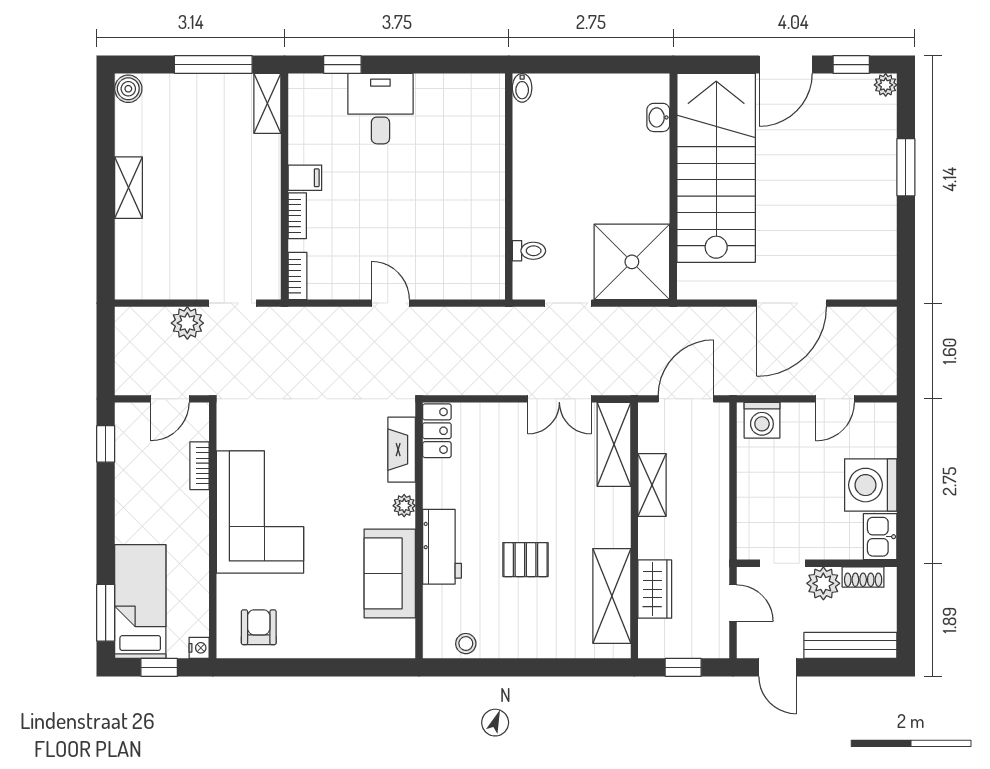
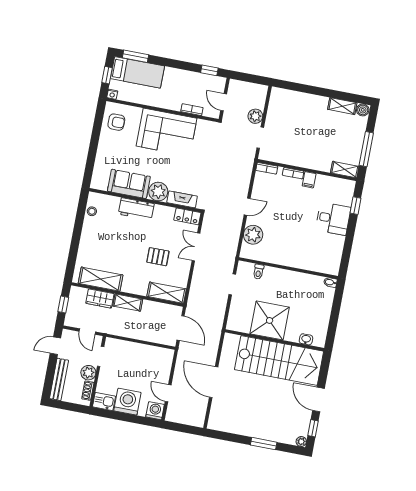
shelving: (128, 188) -> (342, 106), moved
shower: (632, 262) -> (270, 320), moved
plant: (450, 278) -> (253, 235), added
double door: (559, 399) -> (196, 247), moved
washing machine: (762, 420) -> (155, 411), moved, turned 90
shelving: (652, 485) -> (128, 303), moved
plant: (404, 506) -> (158, 192), width x1.88, depth x1.88
pallet: (525, 560) -> (158, 257), moved, turned 90
door: (733, 603) -> (87, 332), hinge flipped

